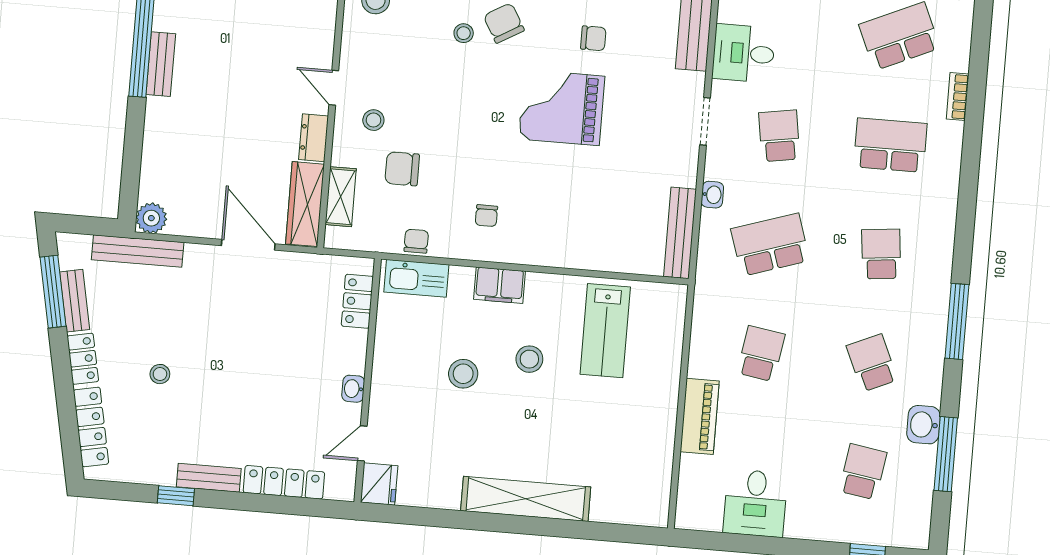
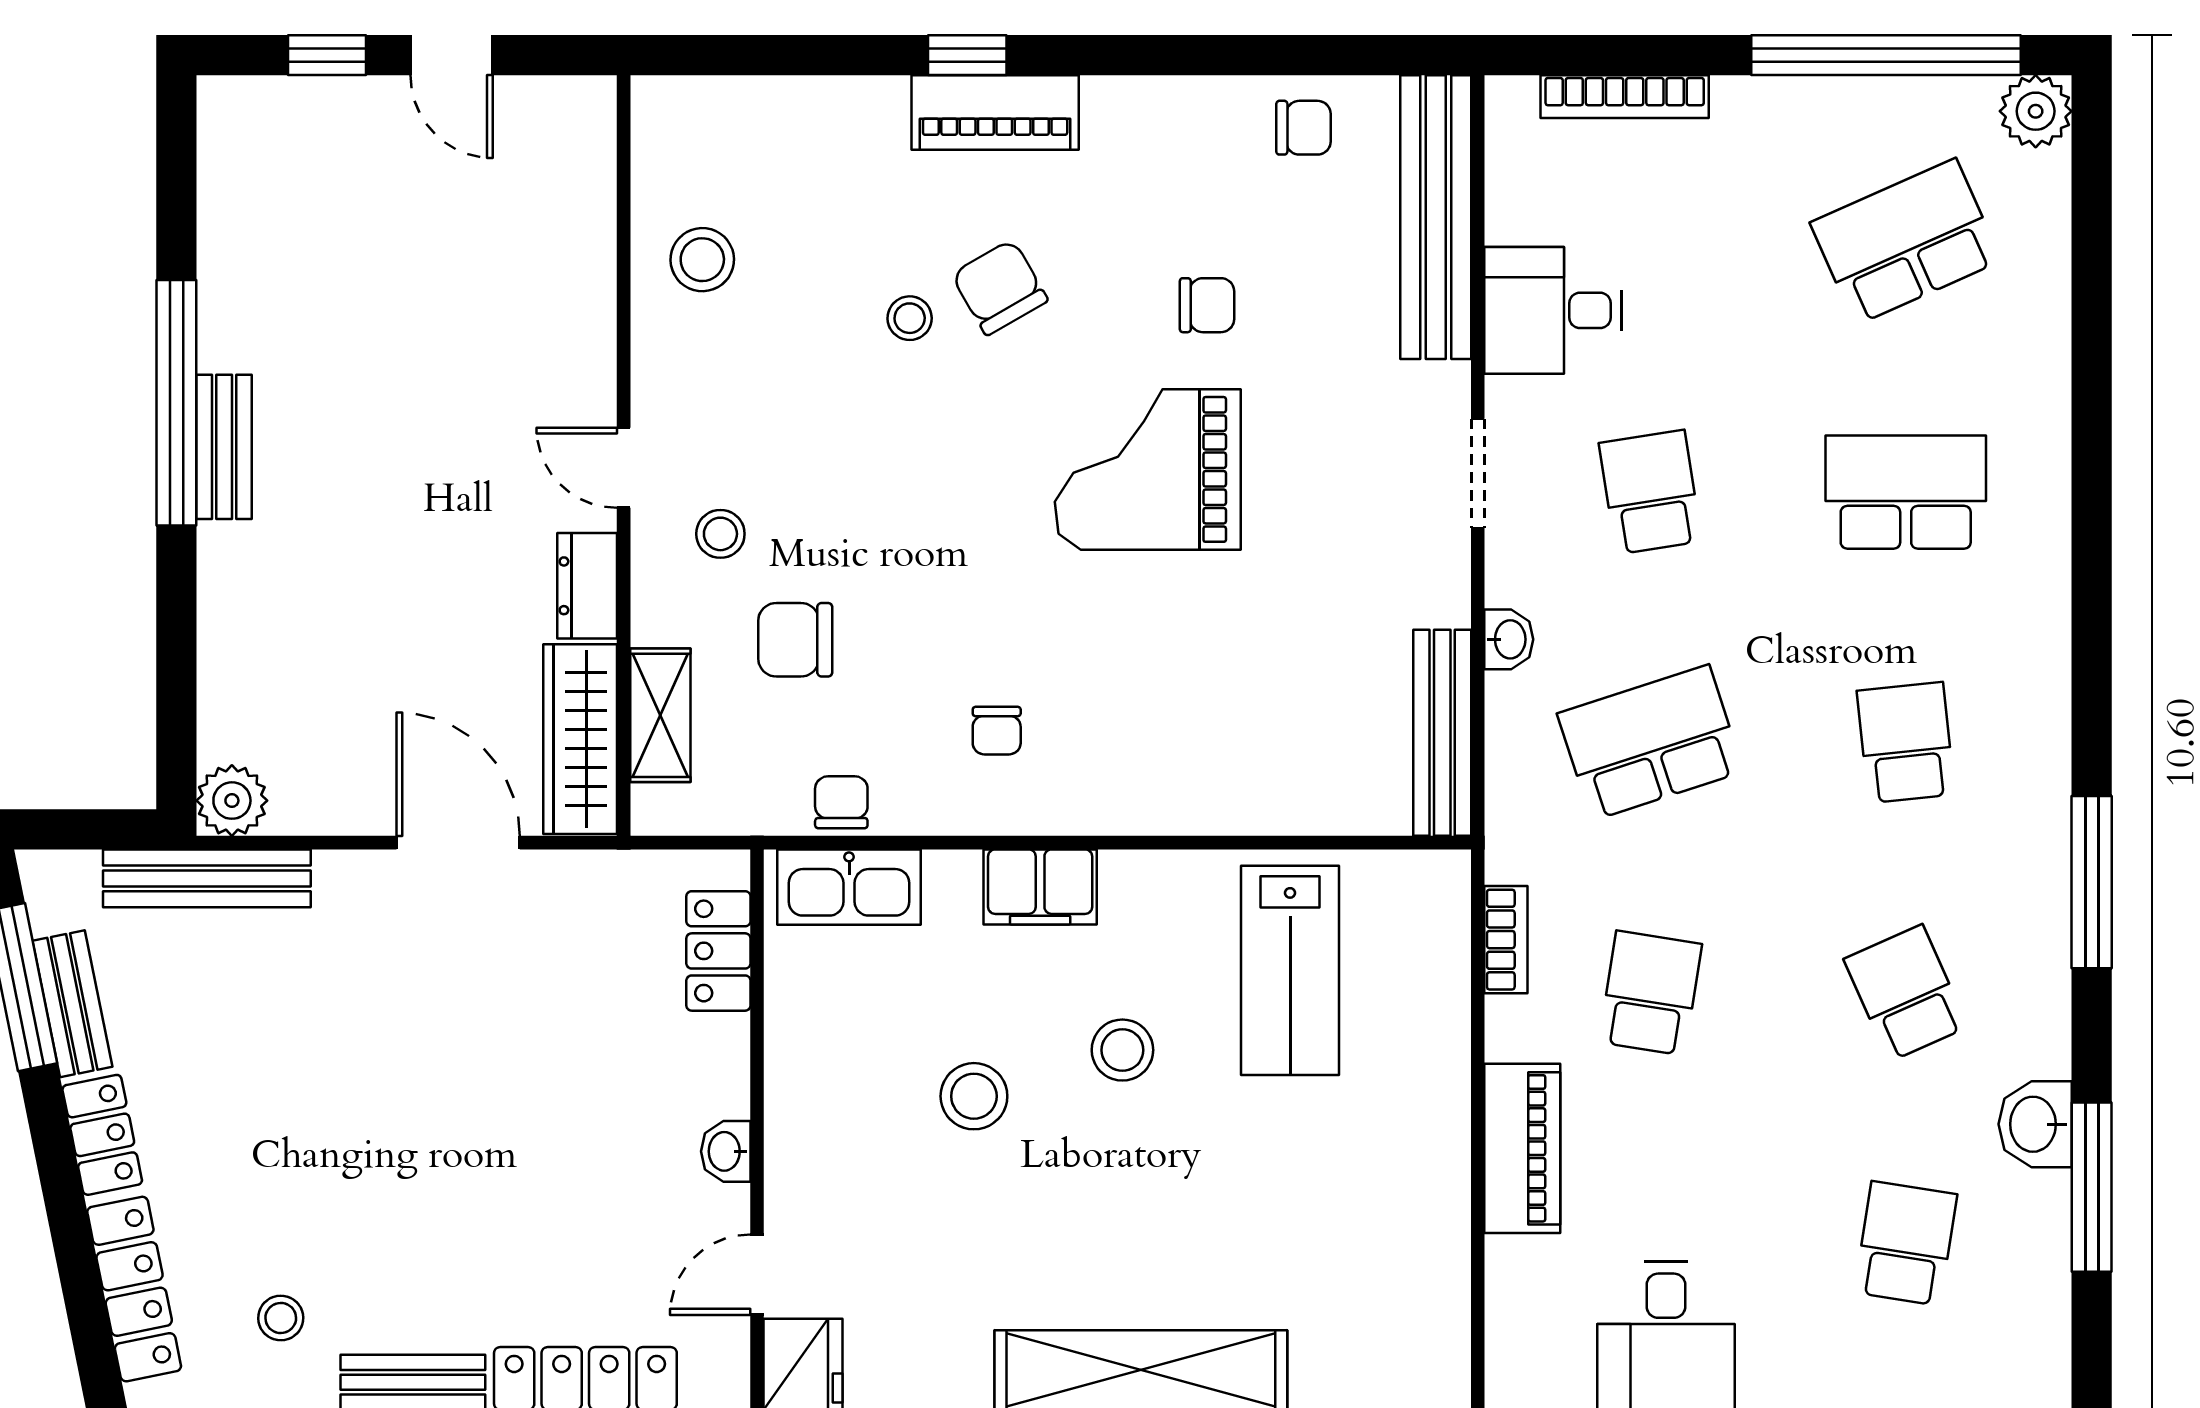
bookcase: (958, 97) -> (1506, 940), moved, turned 180
stool: (160, 374) -> (281, 1318), moved

